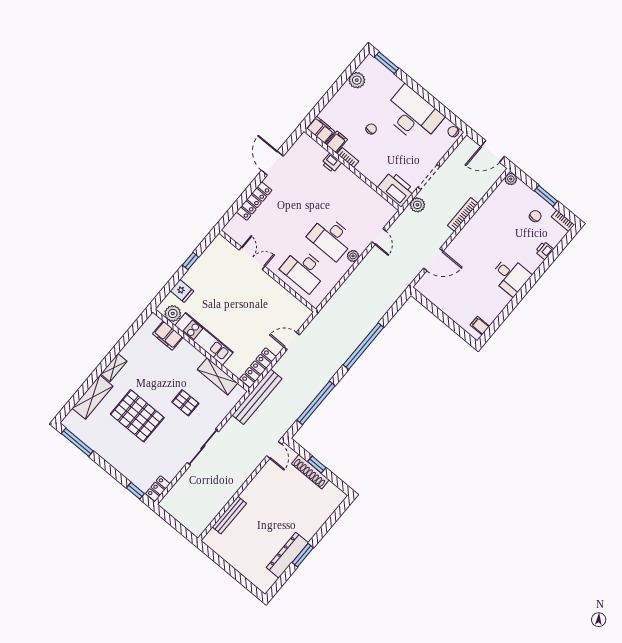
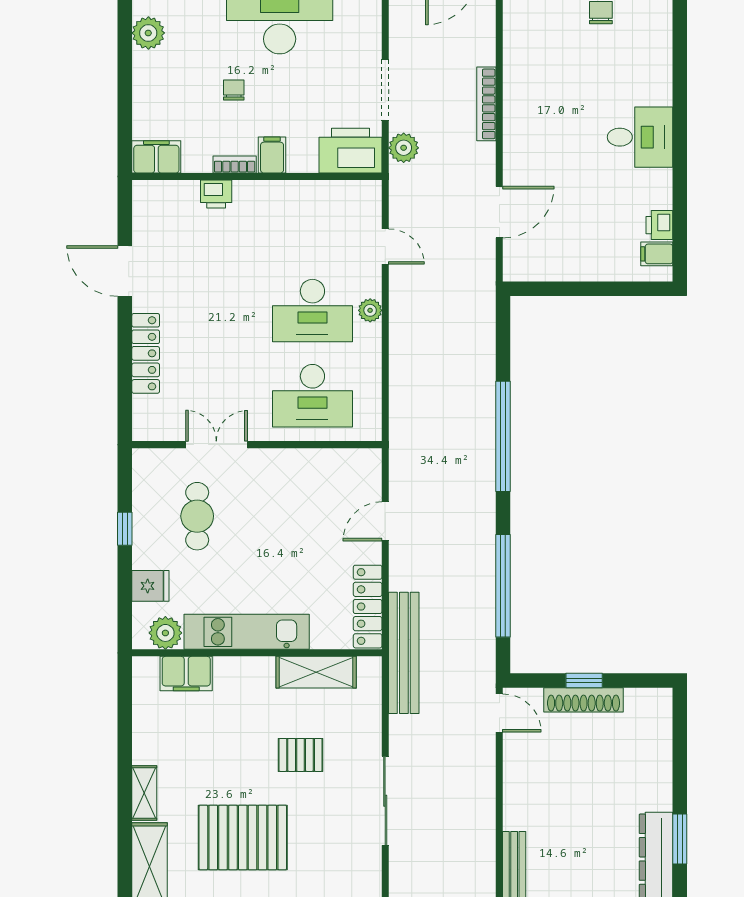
filing cabinet: (337, 142) -> (272, 155), moved
printer: (544, 250) -> (659, 225), moved
cafe table: (222, 279) -> (197, 516), added

